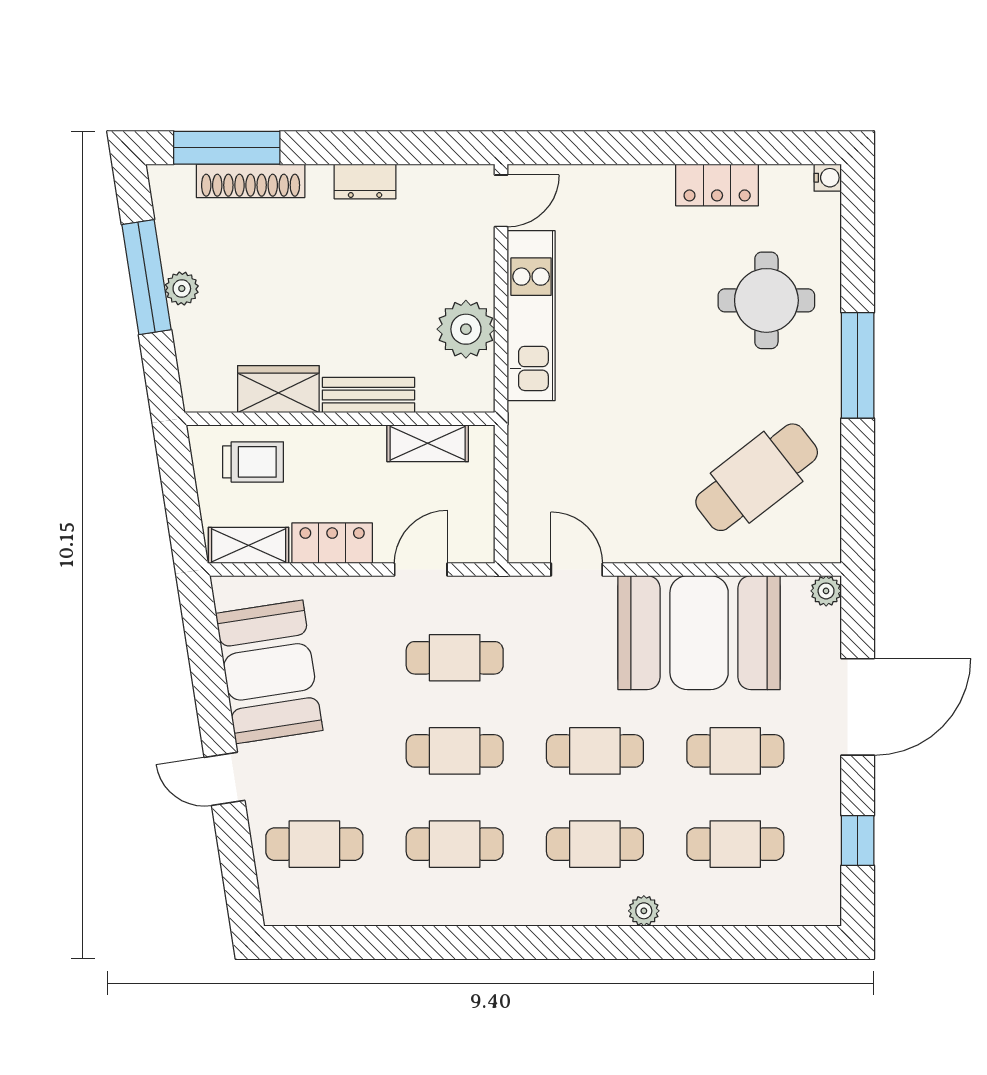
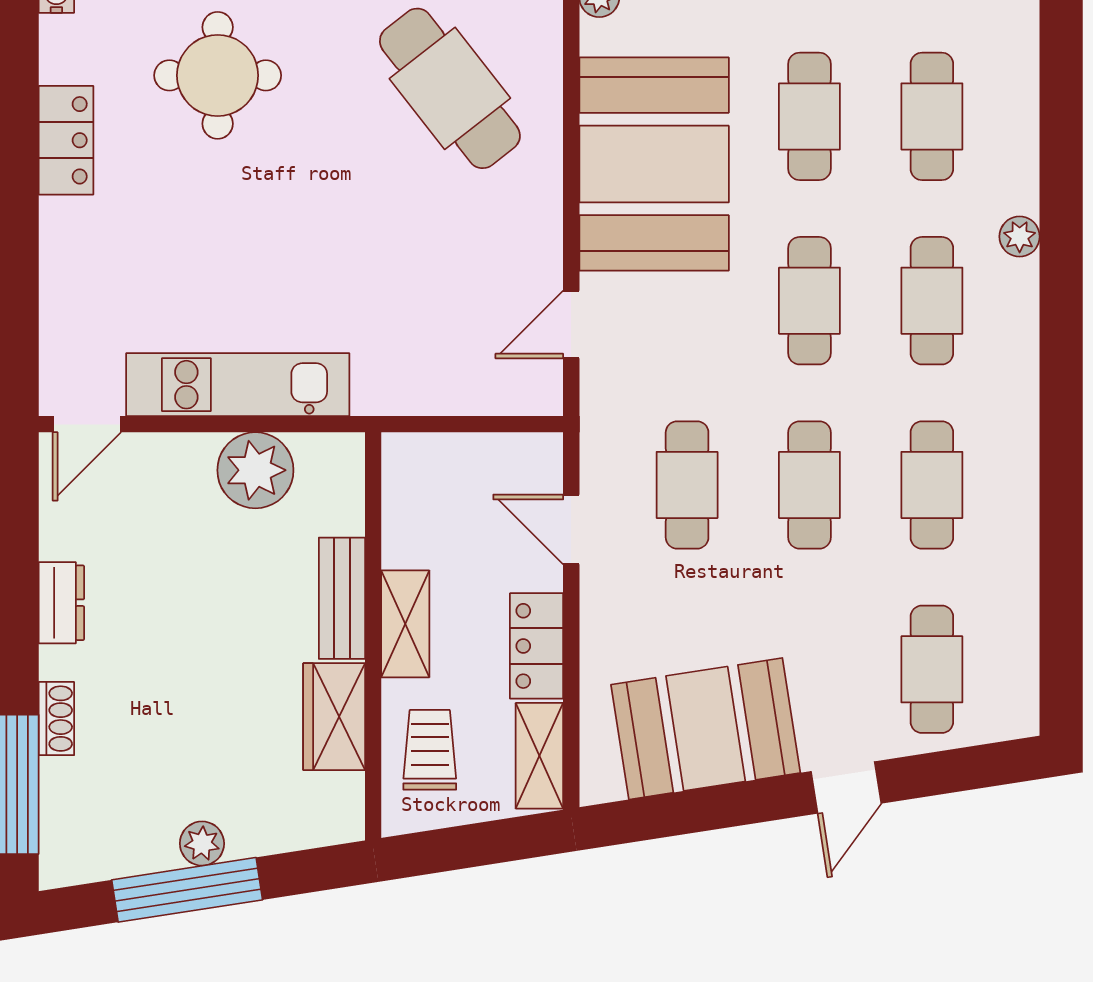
shoe rack: (251, 181) -> (56, 719), width x0.51, depth x0.81
door: (501, 201) -> (87, 424), swing flipped
shelving: (428, 443) -> (405, 624), moved

